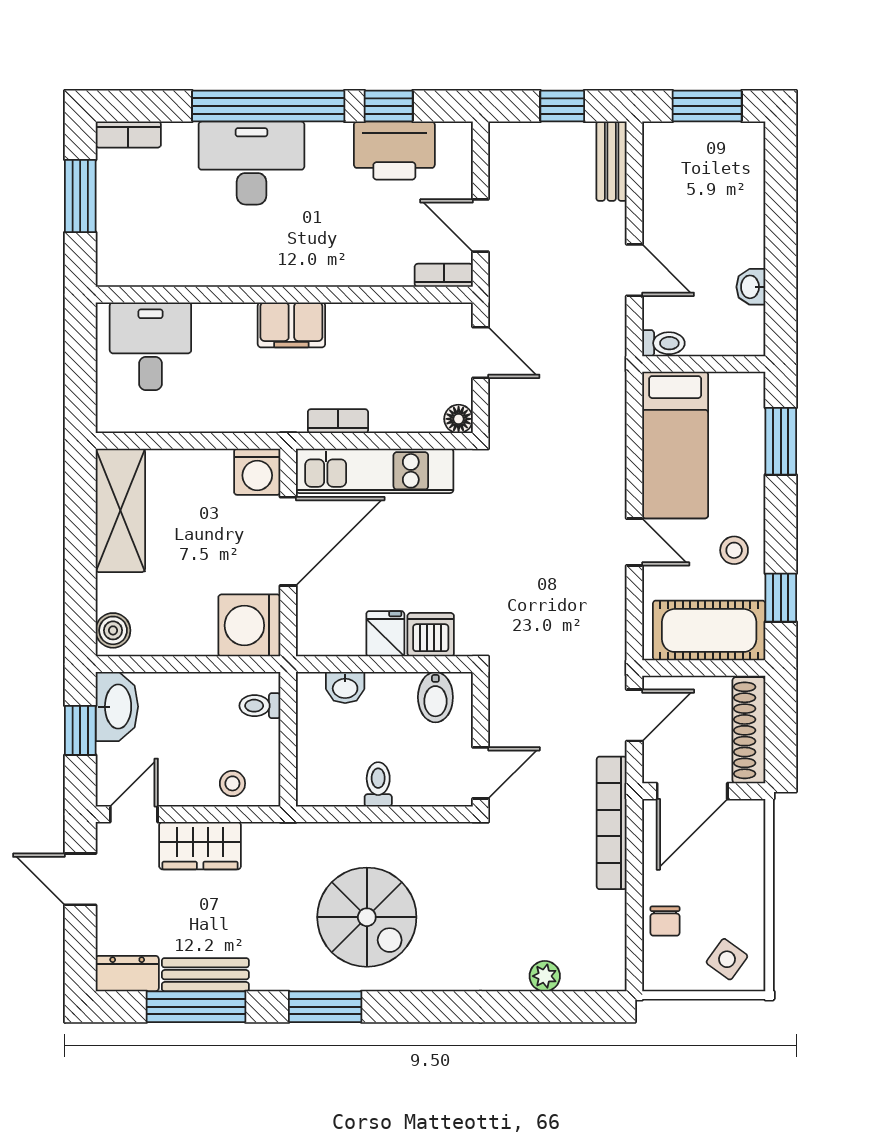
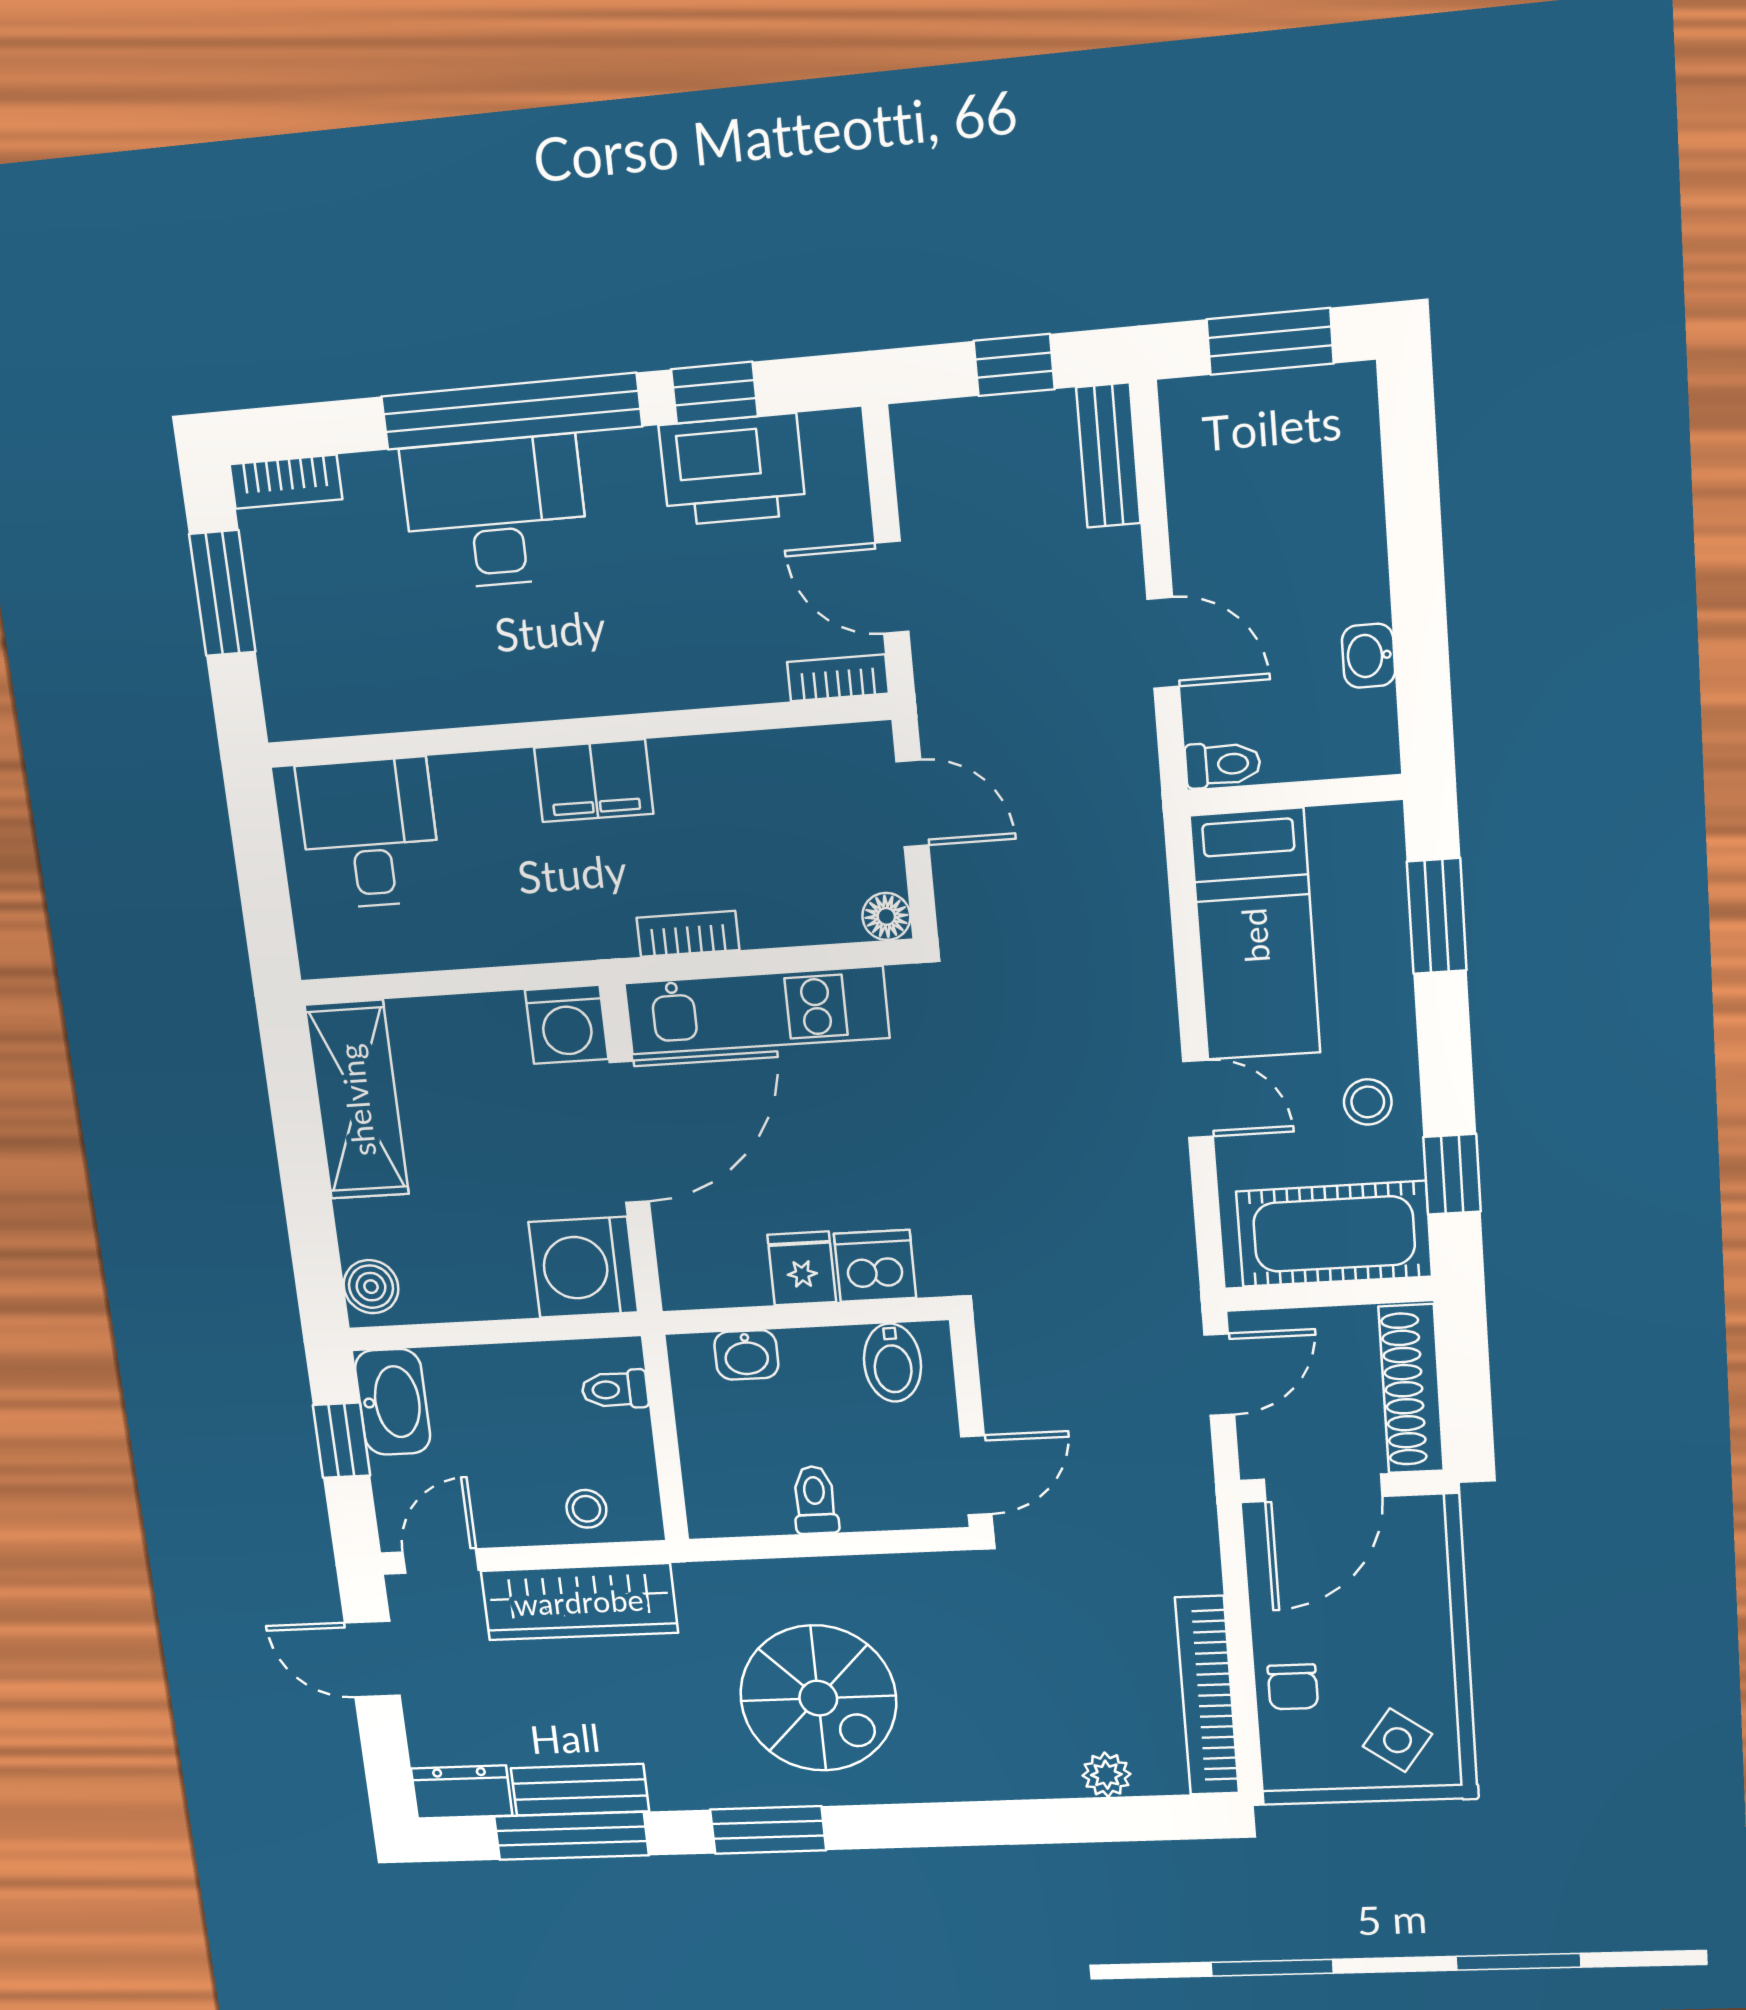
bookcase: (612, 823) -> (1207, 1696), moved
wardrobe: (200, 846) -> (579, 1602), width x1.50

